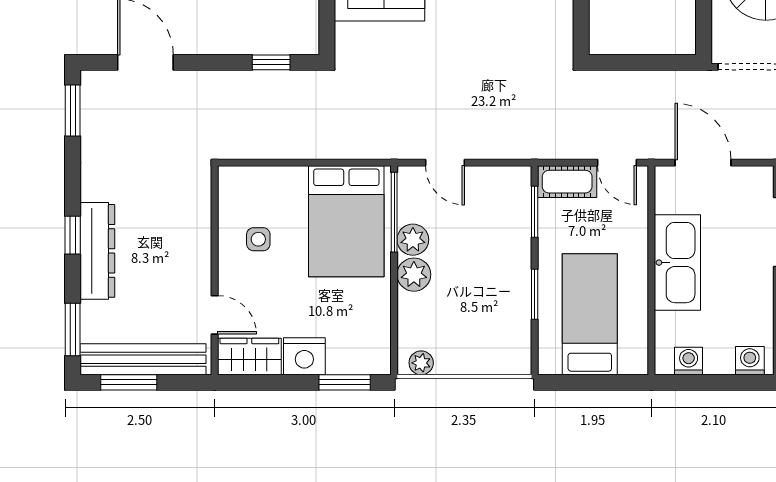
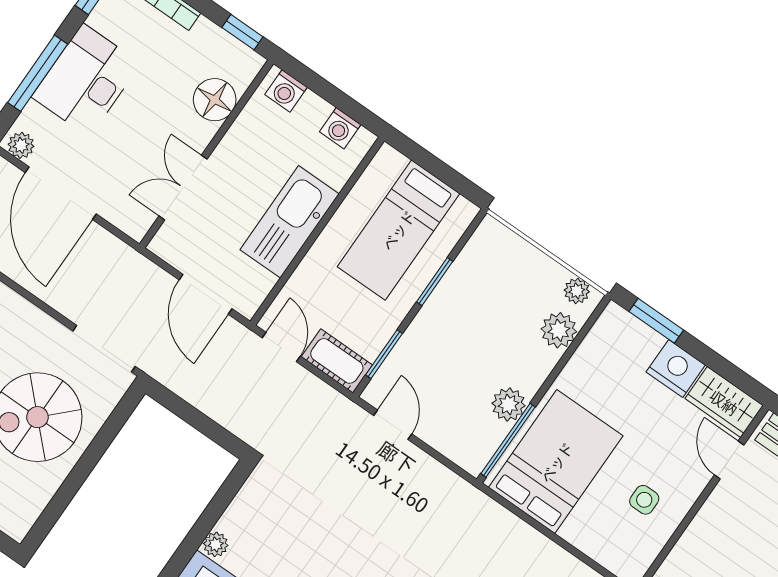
door: (445, 163) -> (393, 425), moved
plant: (414, 275) -> (559, 330), moved

